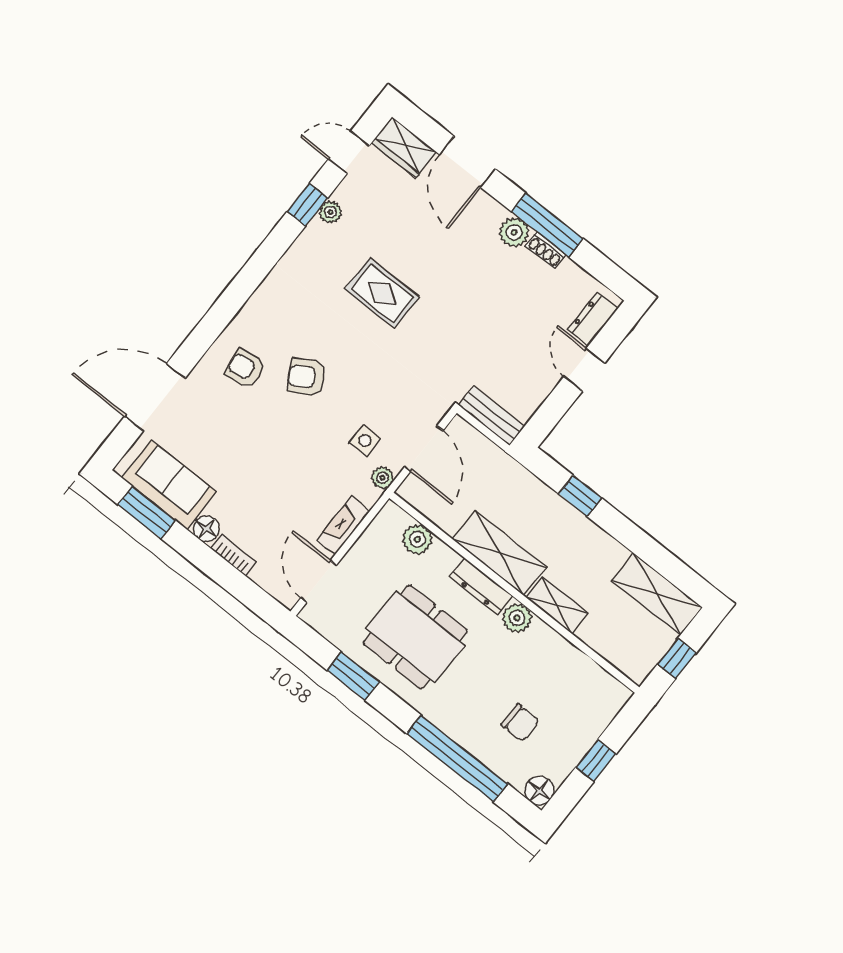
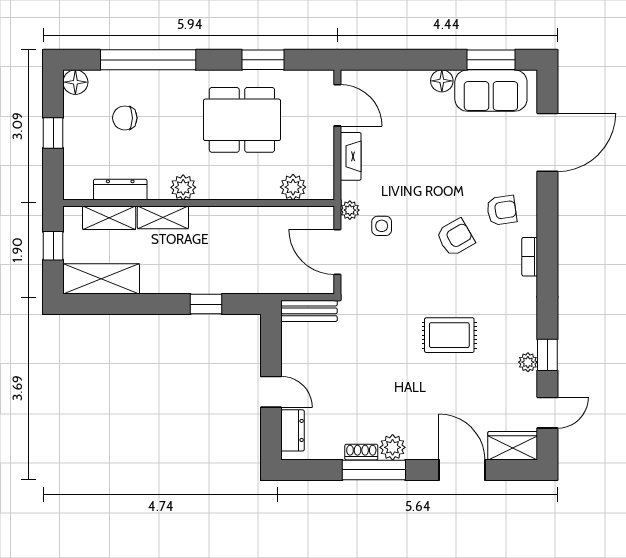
shelving: (499, 553) -> (109, 218), moved, width x0.67, depth x0.75
bookcase: (233, 555) -> (530, 257), moved, turned 90
dresser: (481, 586) -> (120, 190), moved

